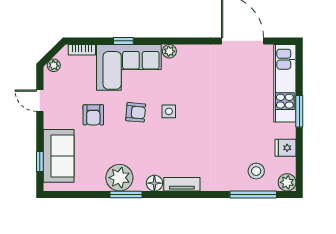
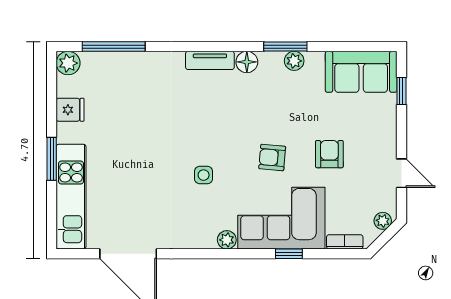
side table: (169, 111) -> (204, 175), moved
sofa: (59, 156) -> (361, 72), moved, turned -90
stool: (256, 171) -> (110, 78), removed
plant: (119, 178) -> (294, 61), width x0.53, depth x0.53

